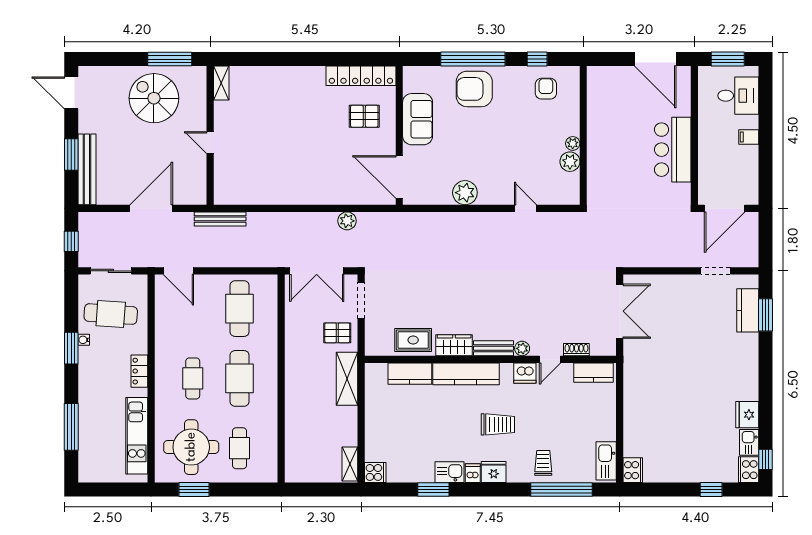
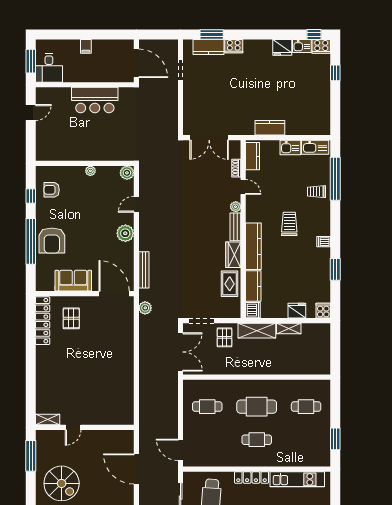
door: (655, 59) -> (31, 112), width x0.53
desk: (738, 96) -> (49, 68), moved, turned 180
spiral stairs: (154, 98) -> (62, 483), moved, turned -90
door: (210, 143) -> (73, 427), moved
plant: (570, 162) -> (127, 173), moved
door: (399, 177) -> (114, 294), swing flipped
plant: (465, 193) -> (125, 233), moved
bench: (220, 219) -> (144, 270), moved
plant: (347, 221) -> (145, 308), moved
door: (178, 271) -> (181, 450), swing flipped
cafe table: (240, 309) -> (207, 407), width x0.73, depth x0.74
double door: (620, 311) -> (209, 138), swing flipped
locker: (139, 371) -> (251, 477), width x1.53
dishwasher: (525, 373) -> (253, 310), moved
kitchen counter: (634, 397) -> (270, 128), added
round table: (191, 447) -> (305, 441), removed
shelving: (350, 464) -> (289, 328), moved
cooker: (633, 470) -> (234, 46), moved, turned 180
kitchen sink: (450, 472) -> (290, 147), moved, turned -90
fridge: (494, 472) -> (297, 311), moved, turned 90

